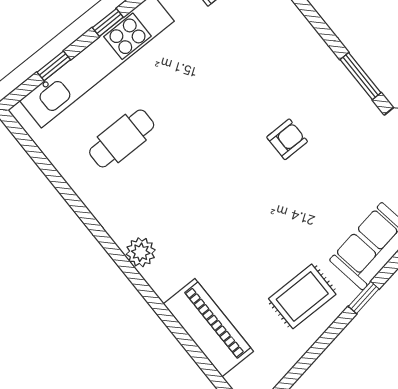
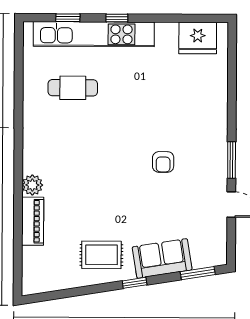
armchair: (287, 139) -> (163, 162), turned 90
plant: (141, 252) -> (32, 185), moved
piano: (208, 328) -> (33, 221), width x0.73, depth x0.75

